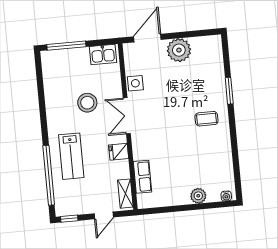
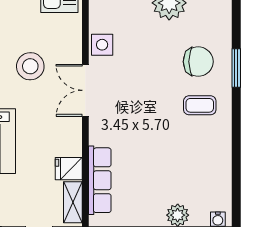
chair: (203, 89) -> (198, 62), added
fridge: (119, 152) -> (69, 169), moved
row of seats: (142, 177) -> (100, 180), width x1.48

